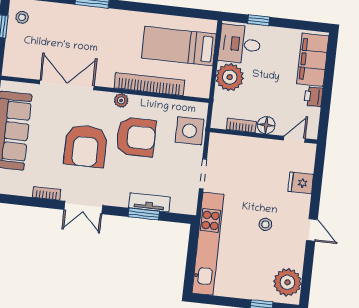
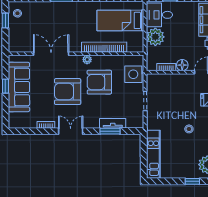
armchair: (136, 137) -> (99, 82), turned 180
armchair: (86, 146) -> (68, 92), turned 90
double door: (83, 207) -> (71, 131), swing flipped
kitchen unit: (208, 244) -> (153, 154), width x0.73

